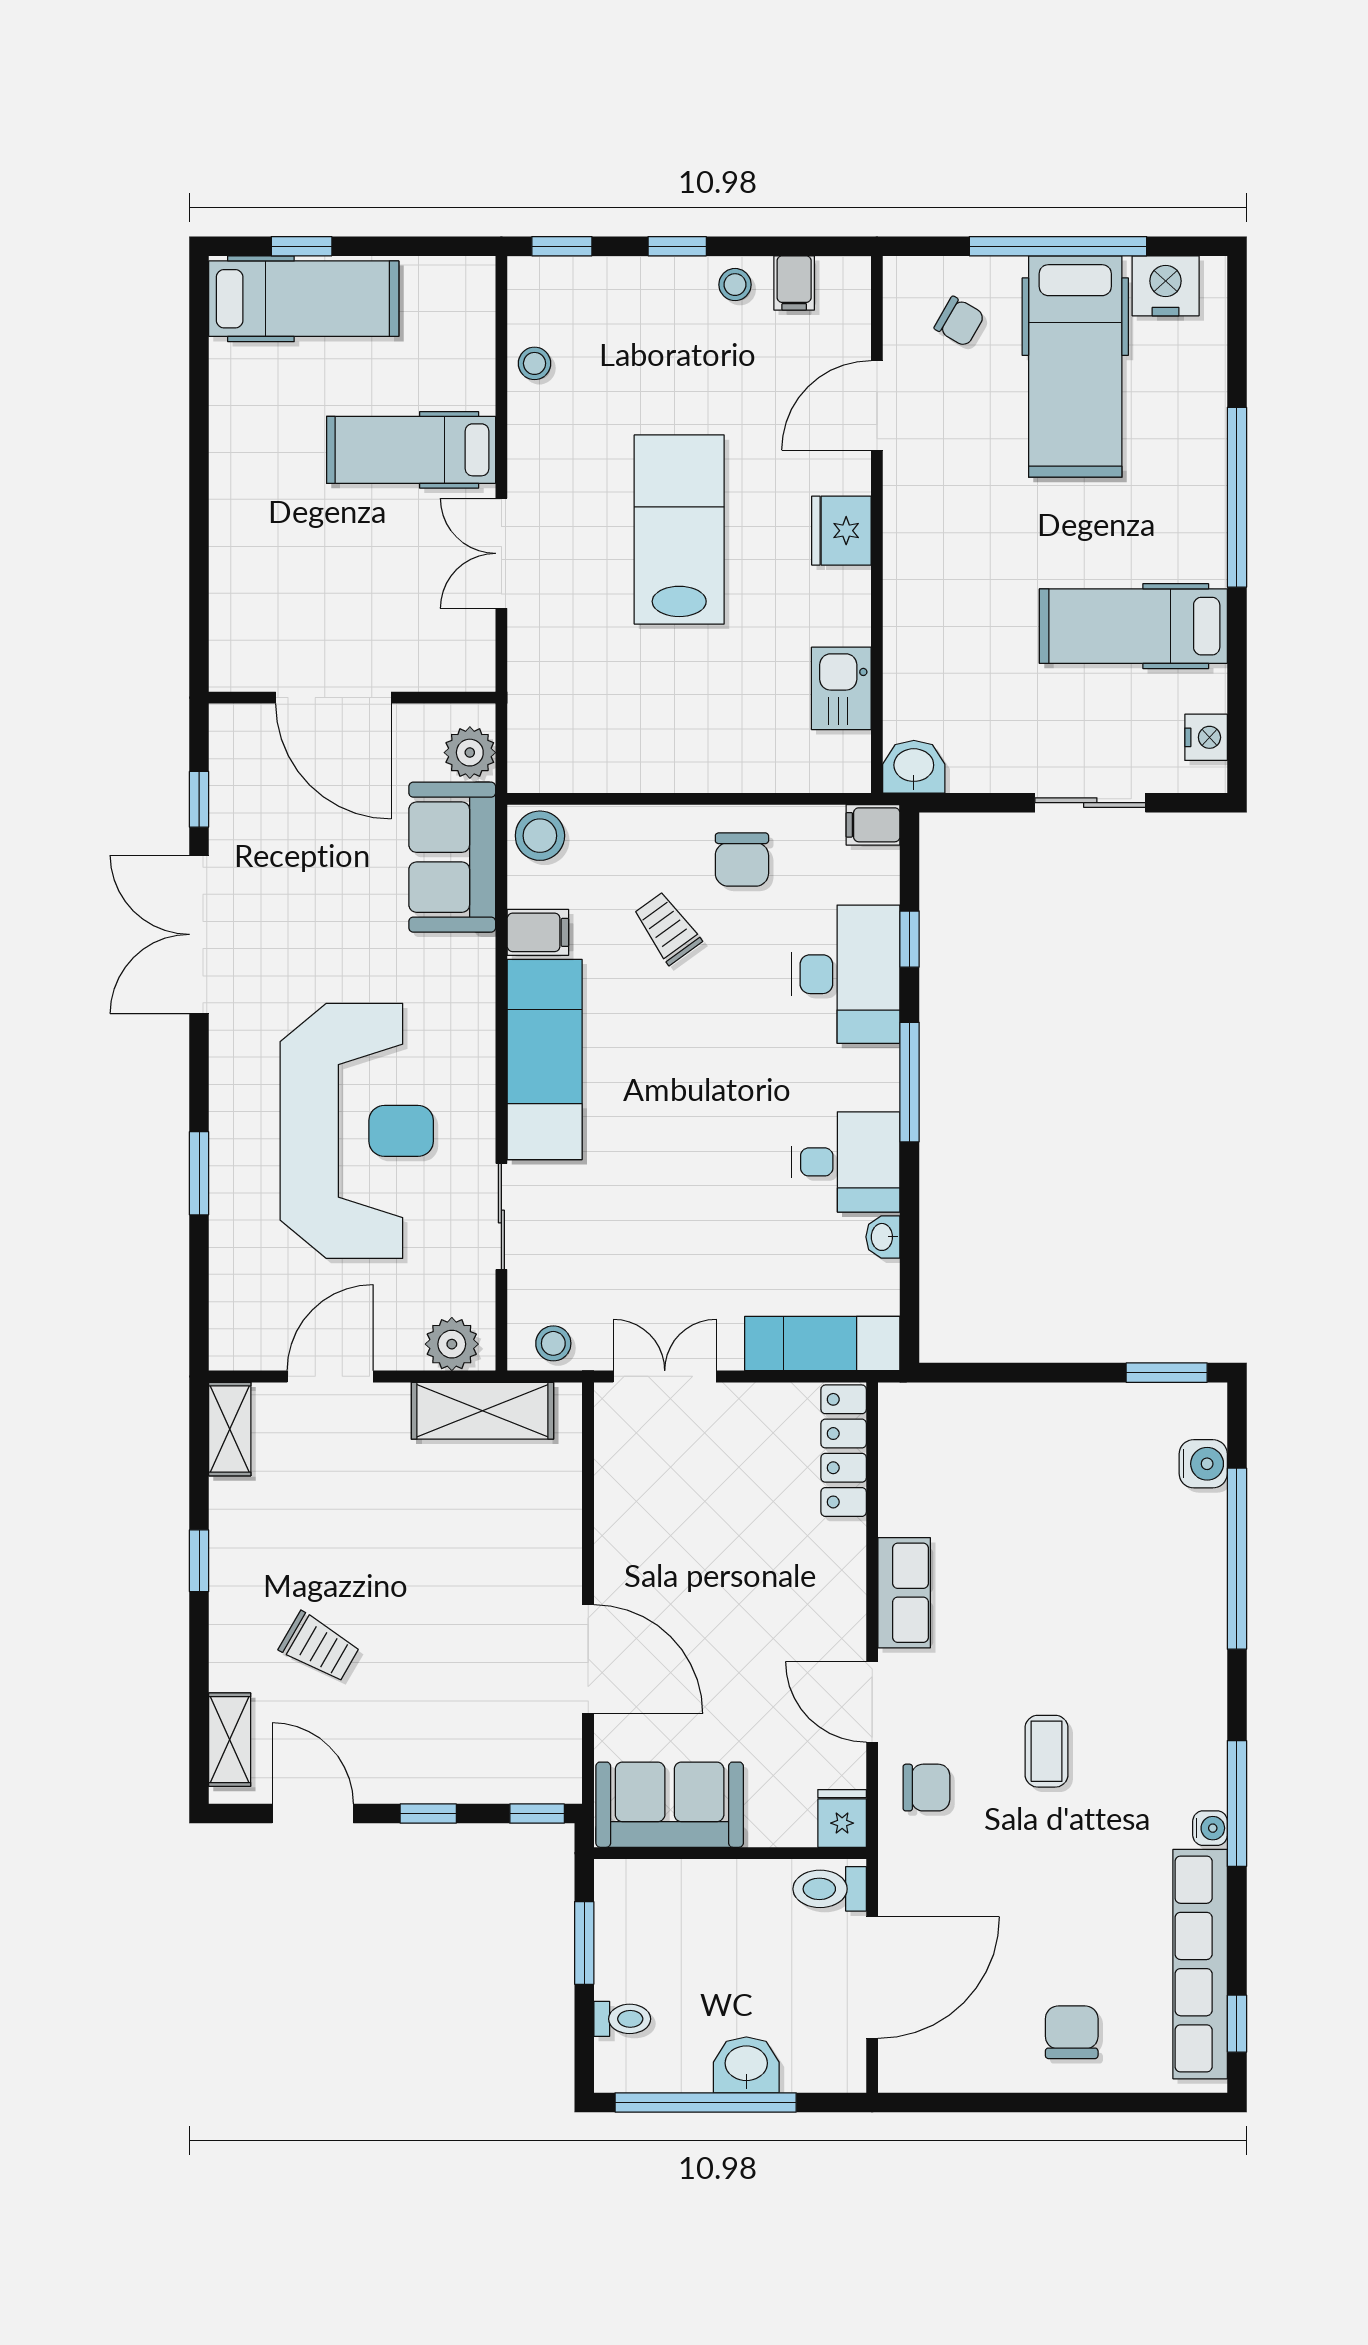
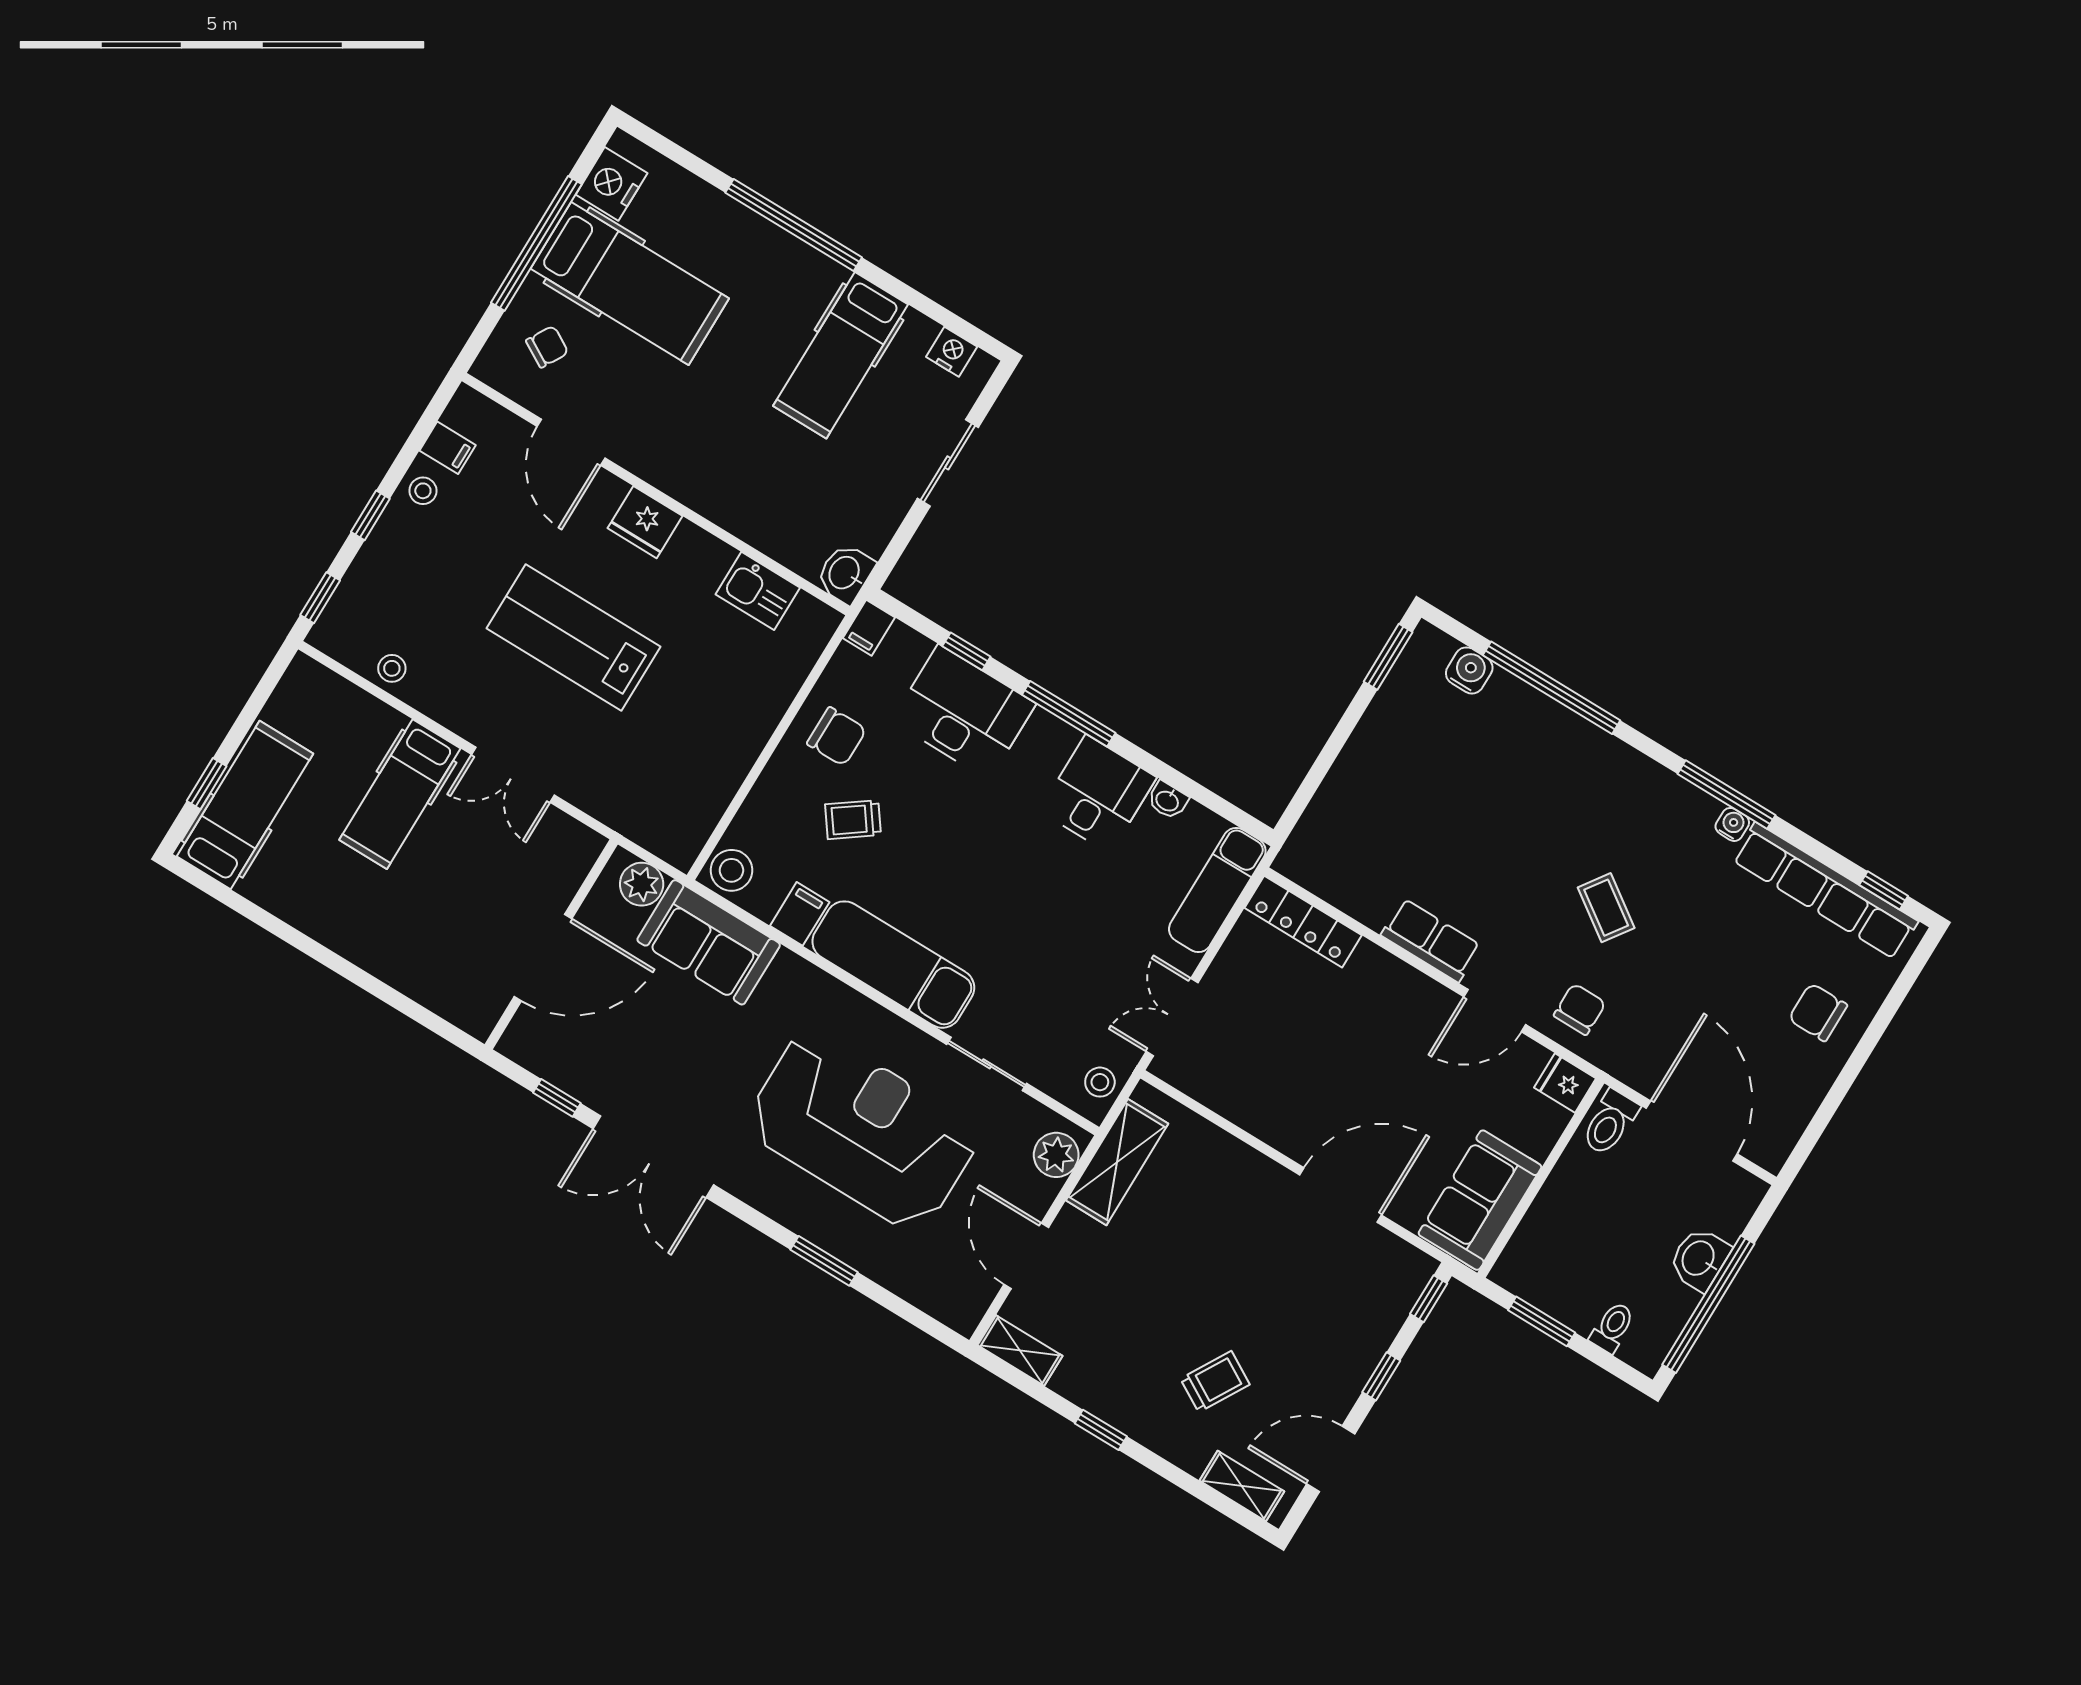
coffee table: (1047, 1751) -> (1606, 908), turned 35

